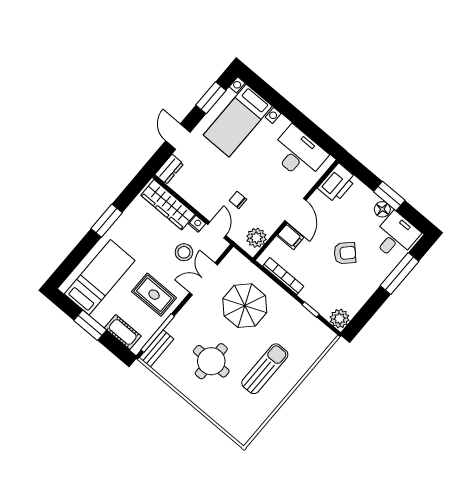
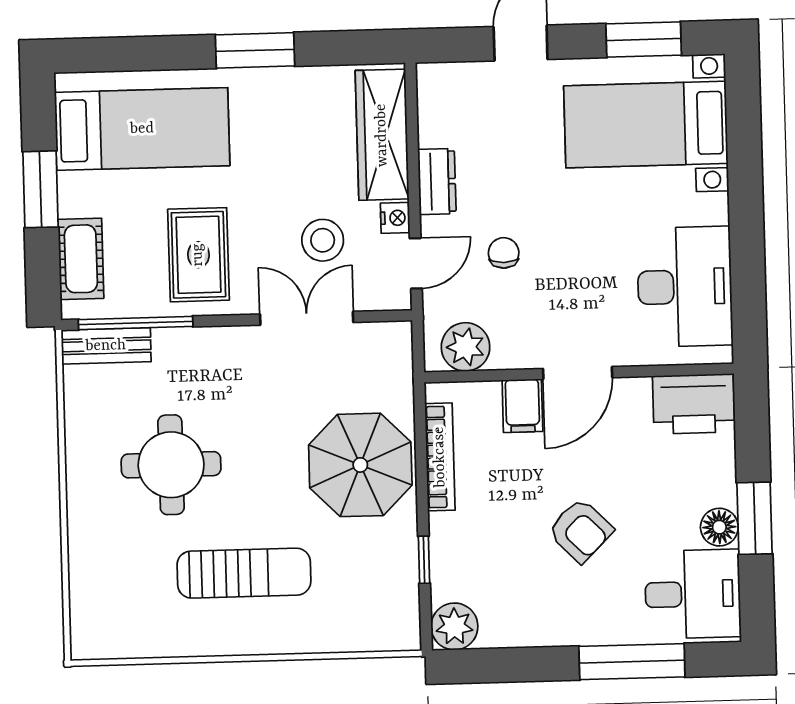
dresser: (169, 169) -> (437, 181), moved, turned -90
parasol: (245, 306) -> (360, 465), moved

